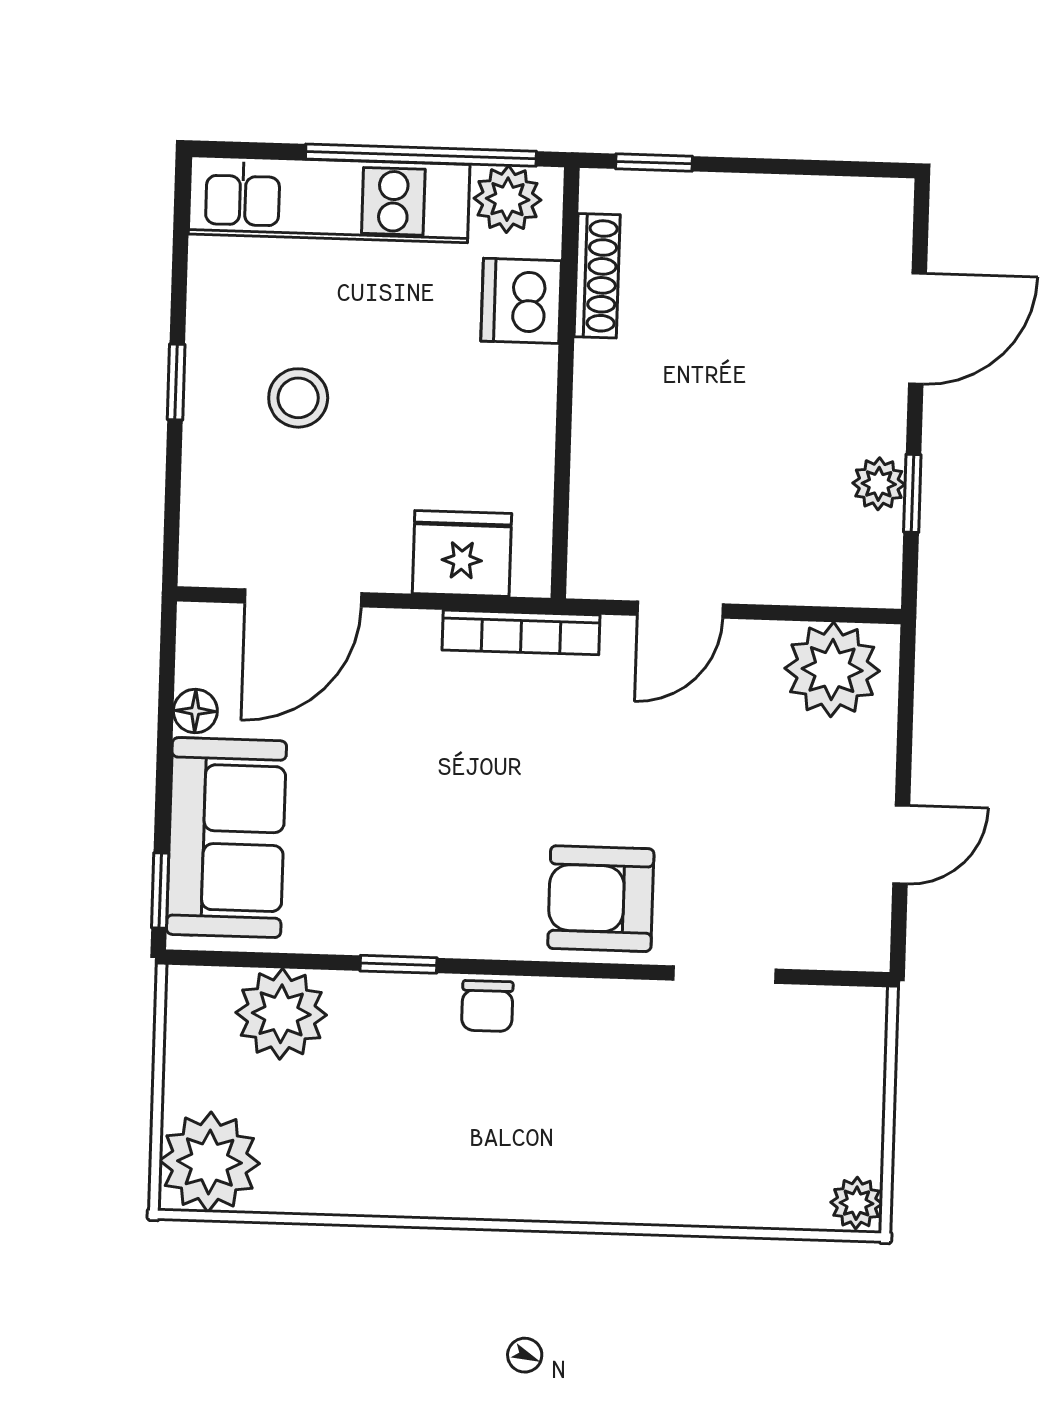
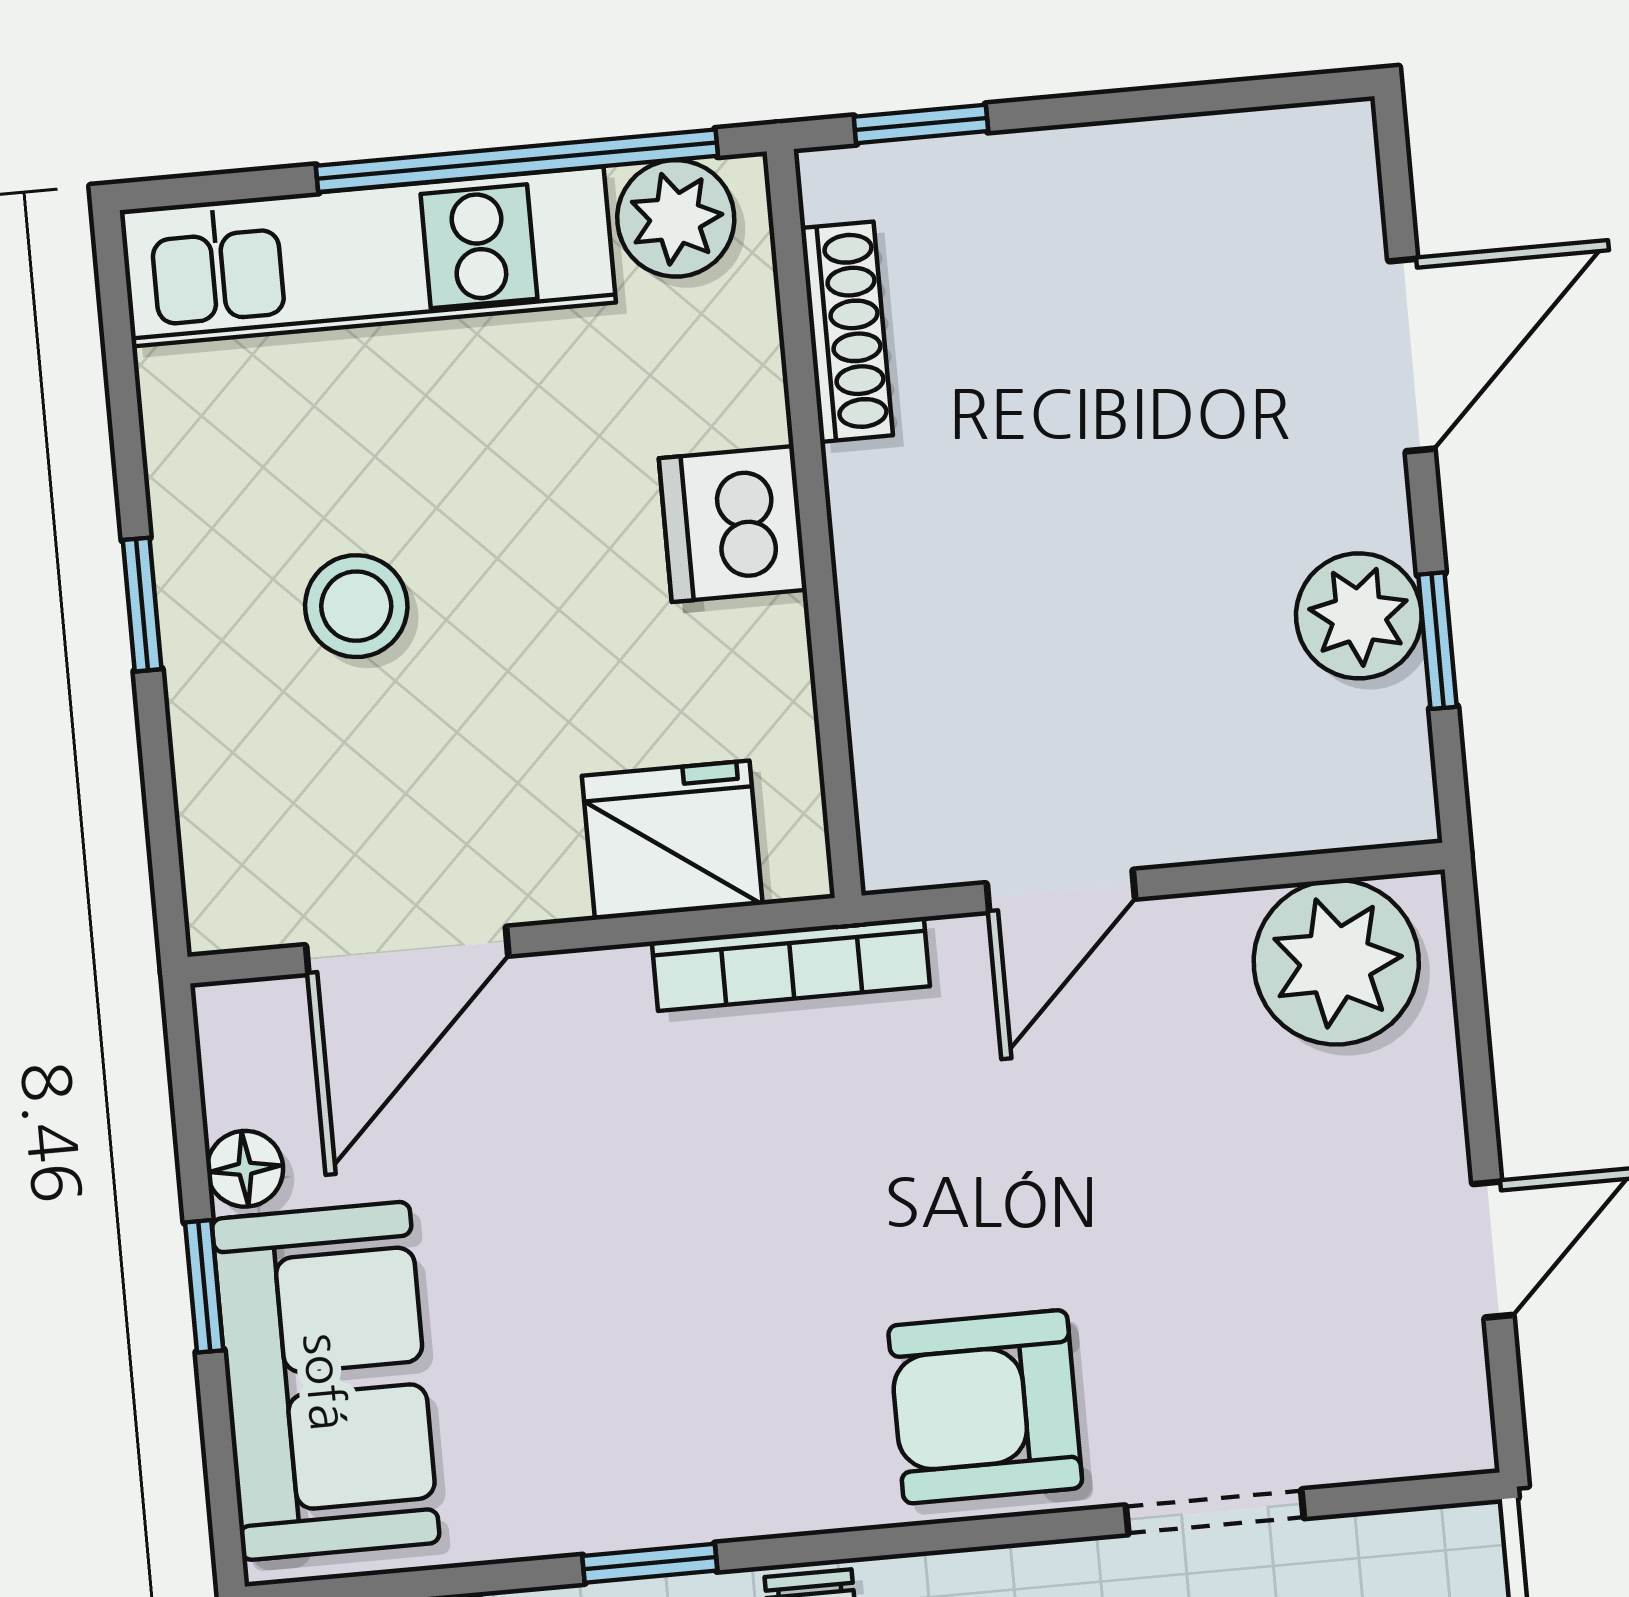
dishwasher: (521, 301) -> (733, 524), moved
plant: (879, 484) -> (1359, 616), width x1.38, depth x1.38
window: (160, 891) -> (204, 1286), moved

